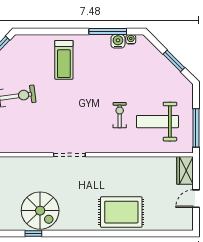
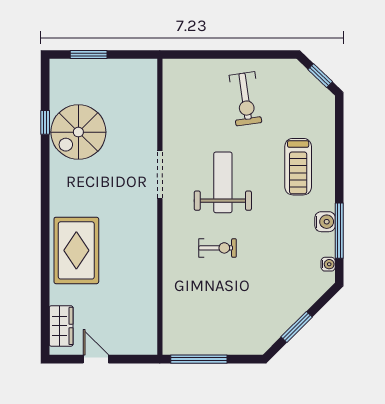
water cooler: (118, 41) -> (325, 222), moved
treadmill: (64, 60) -> (298, 167), turned -90
weight bench: (157, 122) -> (223, 182), moved
wardrobe: (185, 170) -> (61, 326), moved, turned 90

